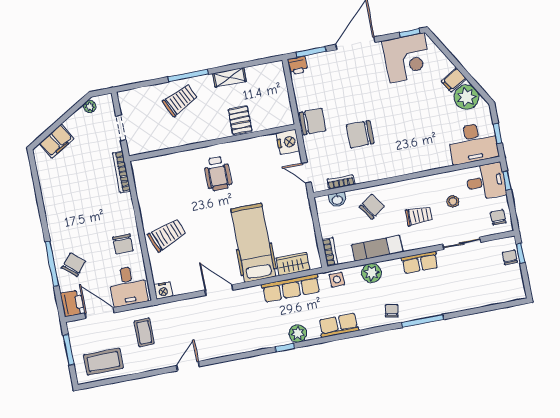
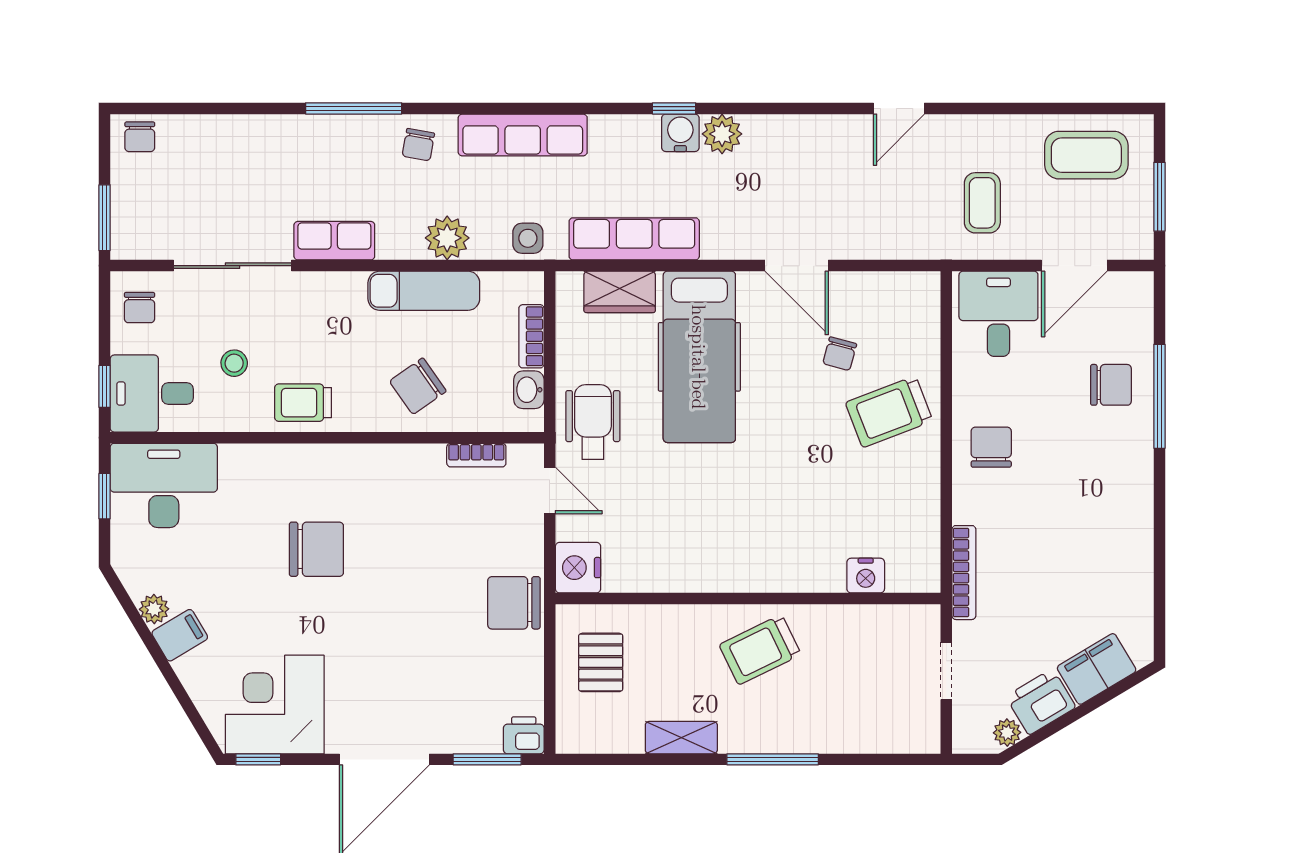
plant: (466, 97) -> (154, 609), width x0.53, depth x0.53
trolley: (180, 100) -> (760, 650), moved
pallet: (240, 120) -> (601, 662), moved
chair: (360, 134) -> (316, 549), moved
wheelchair: (218, 174) -> (593, 422), moved
washbasin: (337, 200) -> (529, 390), moved, turned -90
trolley: (419, 216) -> (303, 403), moved
sliding door: (462, 243) -> (233, 266), width x1.37
chair: (123, 244) -> (991, 447), moved
bookcase: (330, 252) -> (531, 336), moved
window: (521, 253) -> (105, 218), width x1.50
chair: (193, 256) -> (840, 354), added
chair: (510, 257) -> (140, 137), moved
chair: (74, 265) -> (1111, 385), turned -131
nightstand: (163, 291) -> (866, 576), moved, turned 180
printer: (72, 303) -> (1041, 702), moved, turned 59
door: (99, 313) -> (1074, 266), hinge flipped
row of seats: (339, 325) -> (523, 135), width x1.48
plant: (298, 334) -> (722, 134), moved
water cooler: (280, 338) -> (680, 133), added

